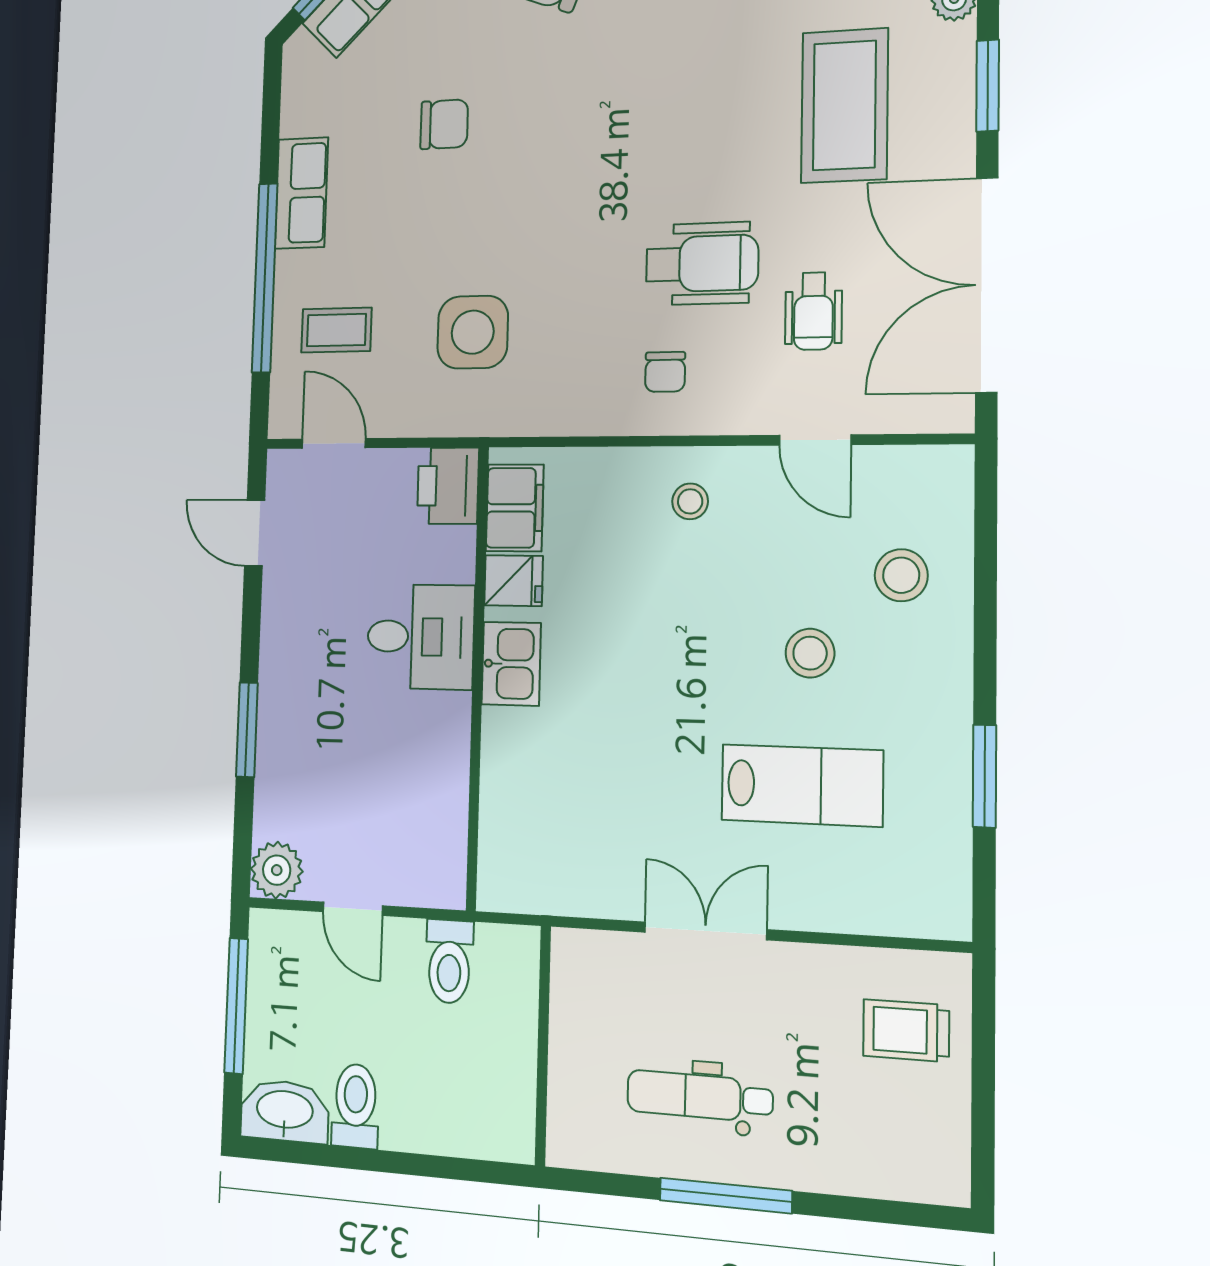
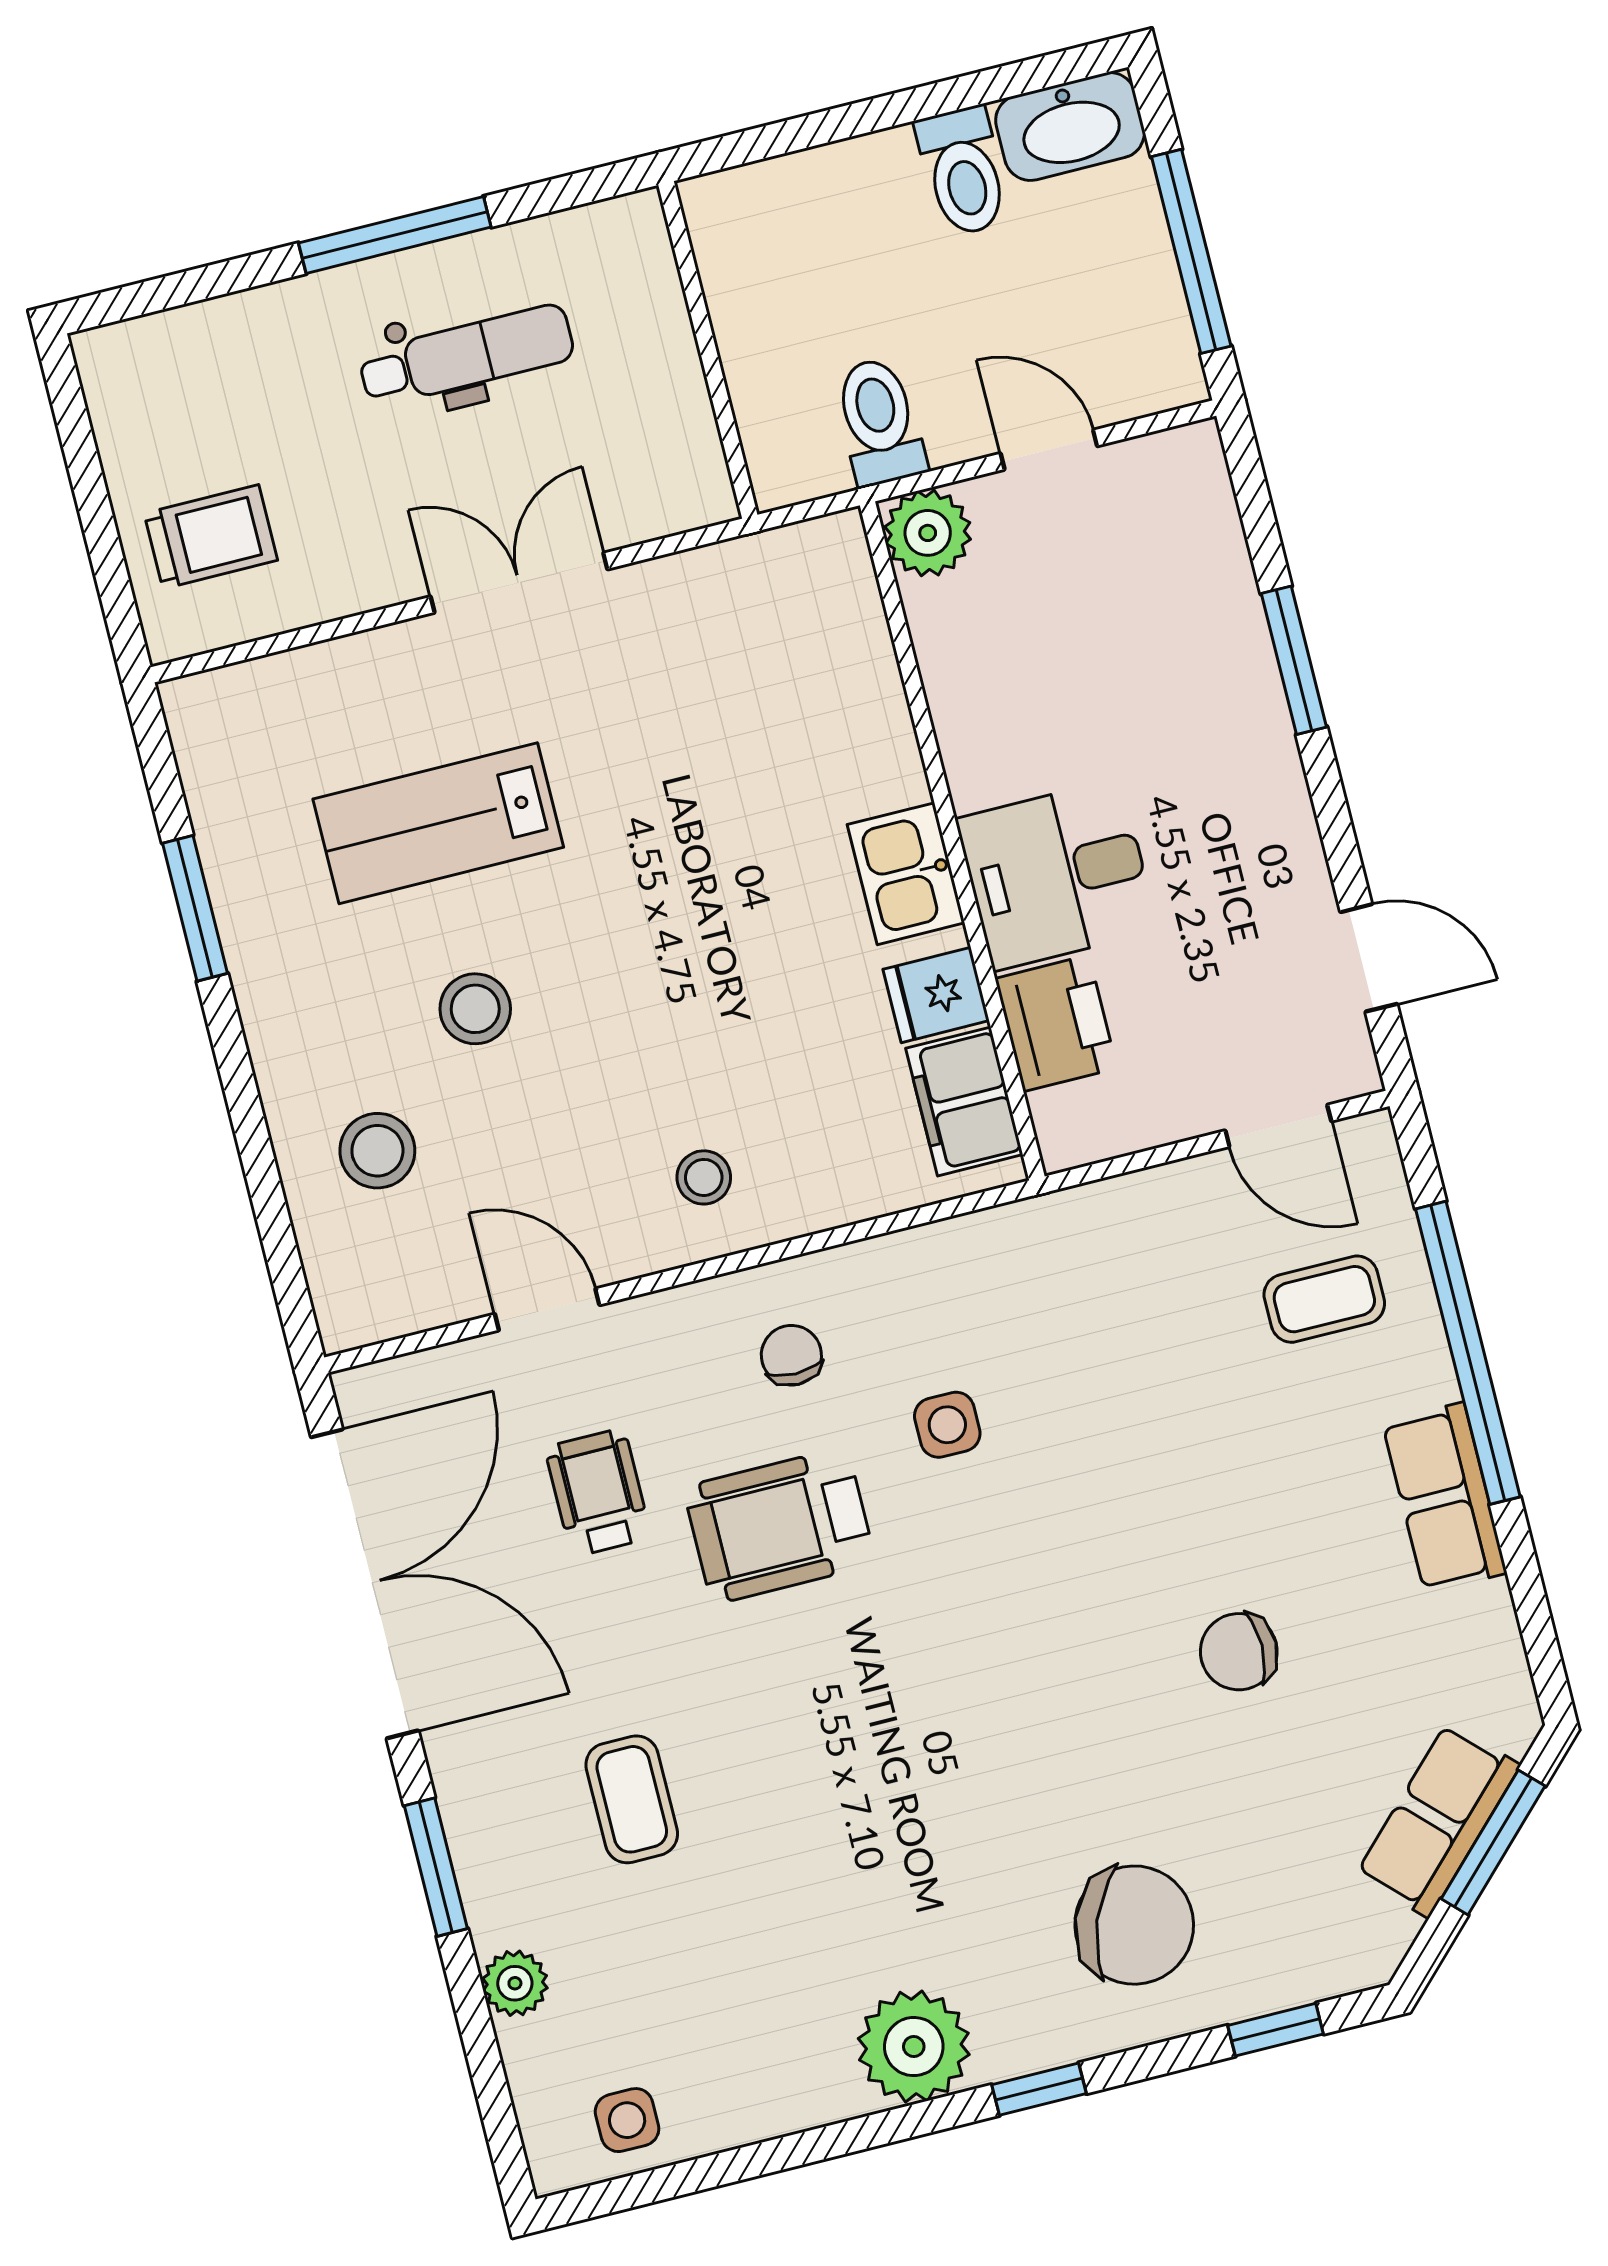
coffee table: (844, 105) -> (632, 1799), width x0.54, depth x0.58
side table: (473, 332) -> (947, 1425), moved, width x0.54, depth x0.54
printer: (448, 486) -> (1056, 1023), moved
plant: (277, 870) -> (928, 533), moved
double door: (706, 931) -> (519, 583), swing flipped

